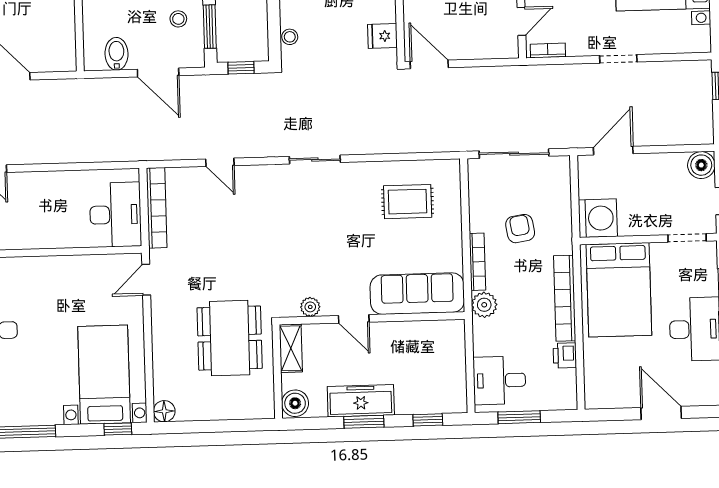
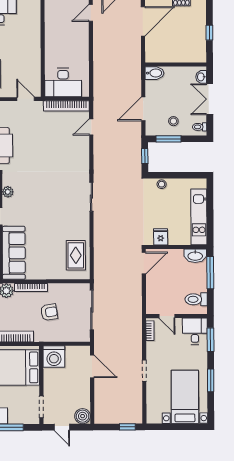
bidet: (116, 54) -> (154, 73), moved
door: (220, 162) -> (91, 127), moved
rug: (408, 202) -> (76, 255), moved

